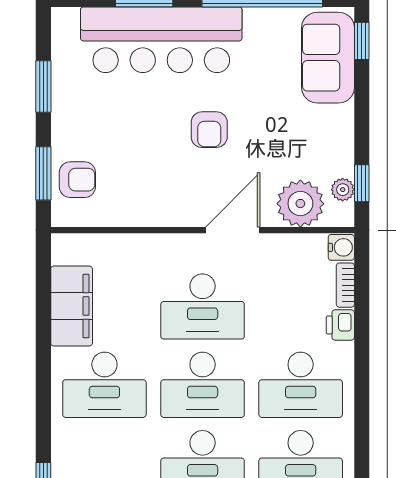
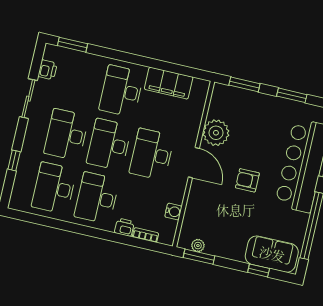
window: (362, 41) -> (259, 270), moved
armchair: (77, 180) -> (237, 102), removed
window: (362, 183) -> (199, 257), width x1.50
plant: (300, 204) -> (216, 133), moved
door: (233, 230) -> (194, 163), moved
water cooler: (341, 247) -> (173, 212), moved, turned -90

